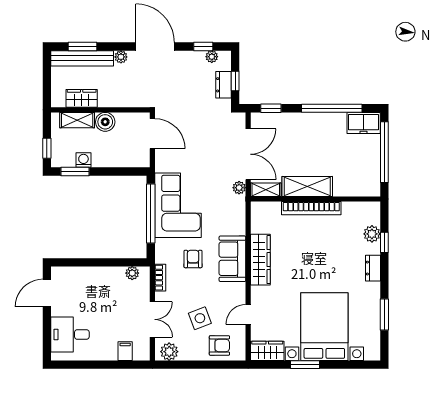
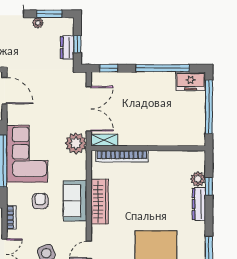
window: (203, 47) -> (49, 14), width x1.50
plant: (212, 57) -> (38, 23), moved
shelving: (307, 187) -> (141, 137), removed
plant: (239, 188) -> (76, 143), width x1.88, depth x1.88
bookcase: (311, 208) -> (122, 156), moved
dresser: (373, 268) -> (199, 204), width x1.44

